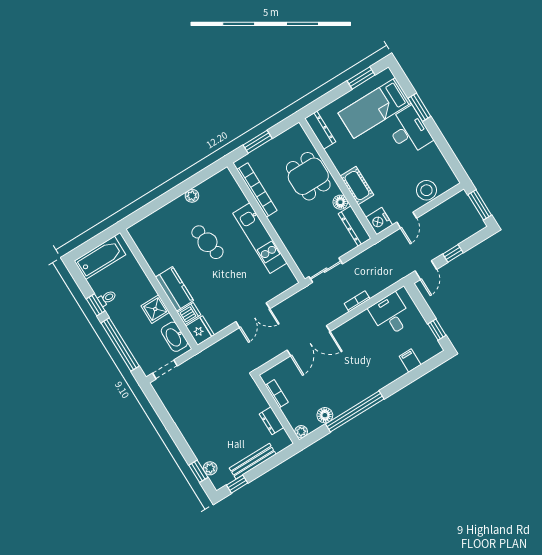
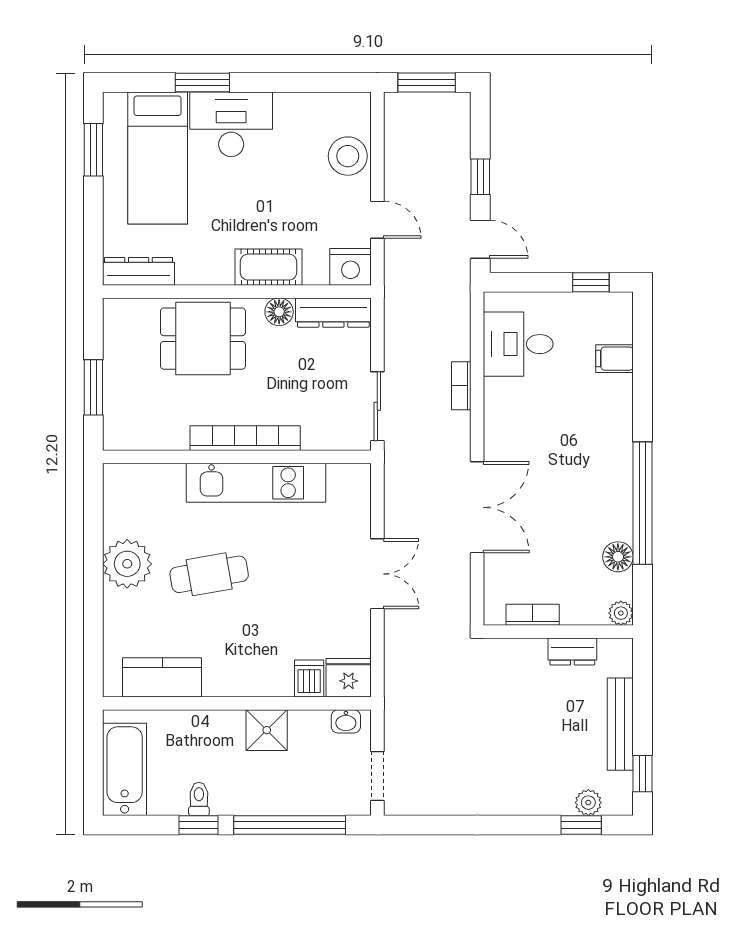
bookcase: (257, 190) -> (245, 438), moved
plant: (192, 196) -> (127, 564), width x1.87, depth x1.87
kitchen counter: (174, 289) -> (162, 677), moved
washbasin: (174, 337) -> (346, 721), width x0.52, depth x0.69

